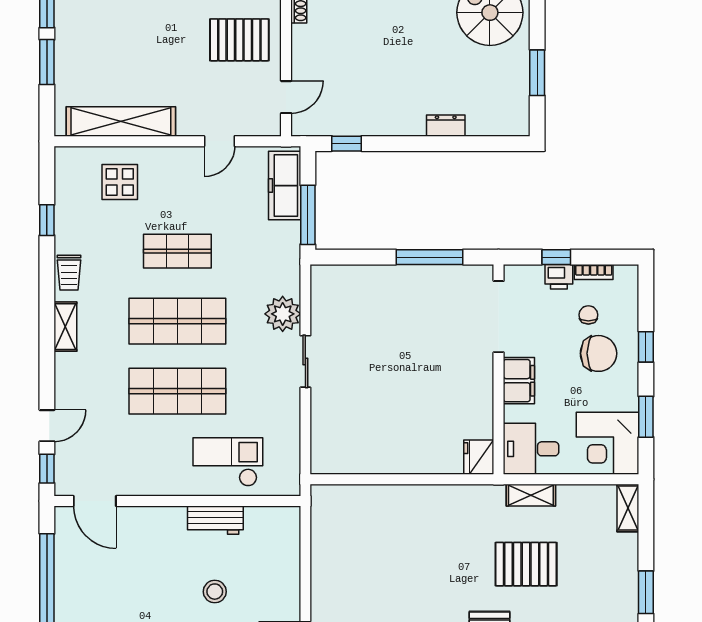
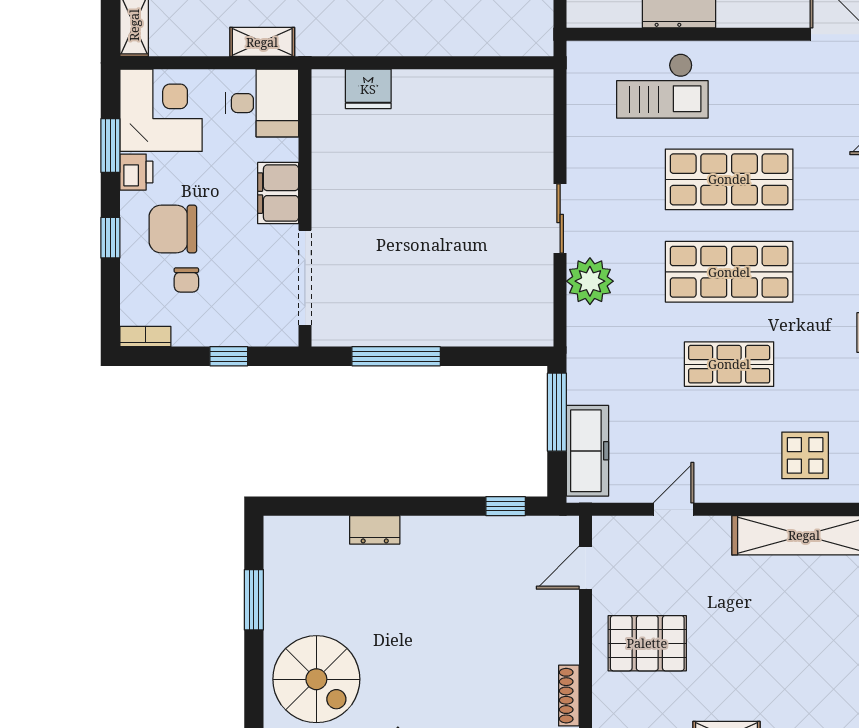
bookcase: (594, 272) -> (145, 337), moved
printer: (559, 277) -> (136, 172), moved, turned 90
fridge: (479, 457) -> (368, 89), moved, turned 90

